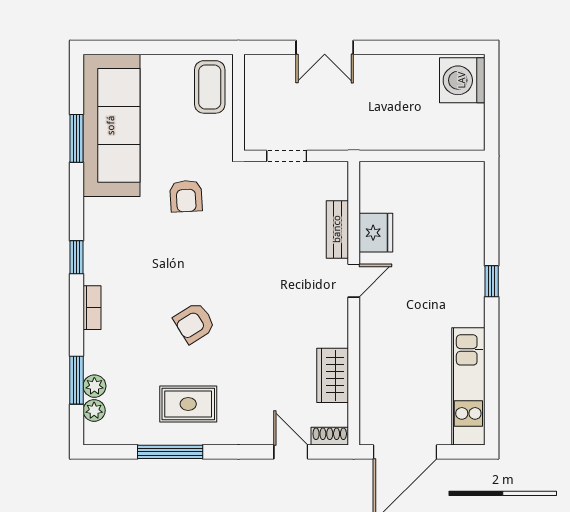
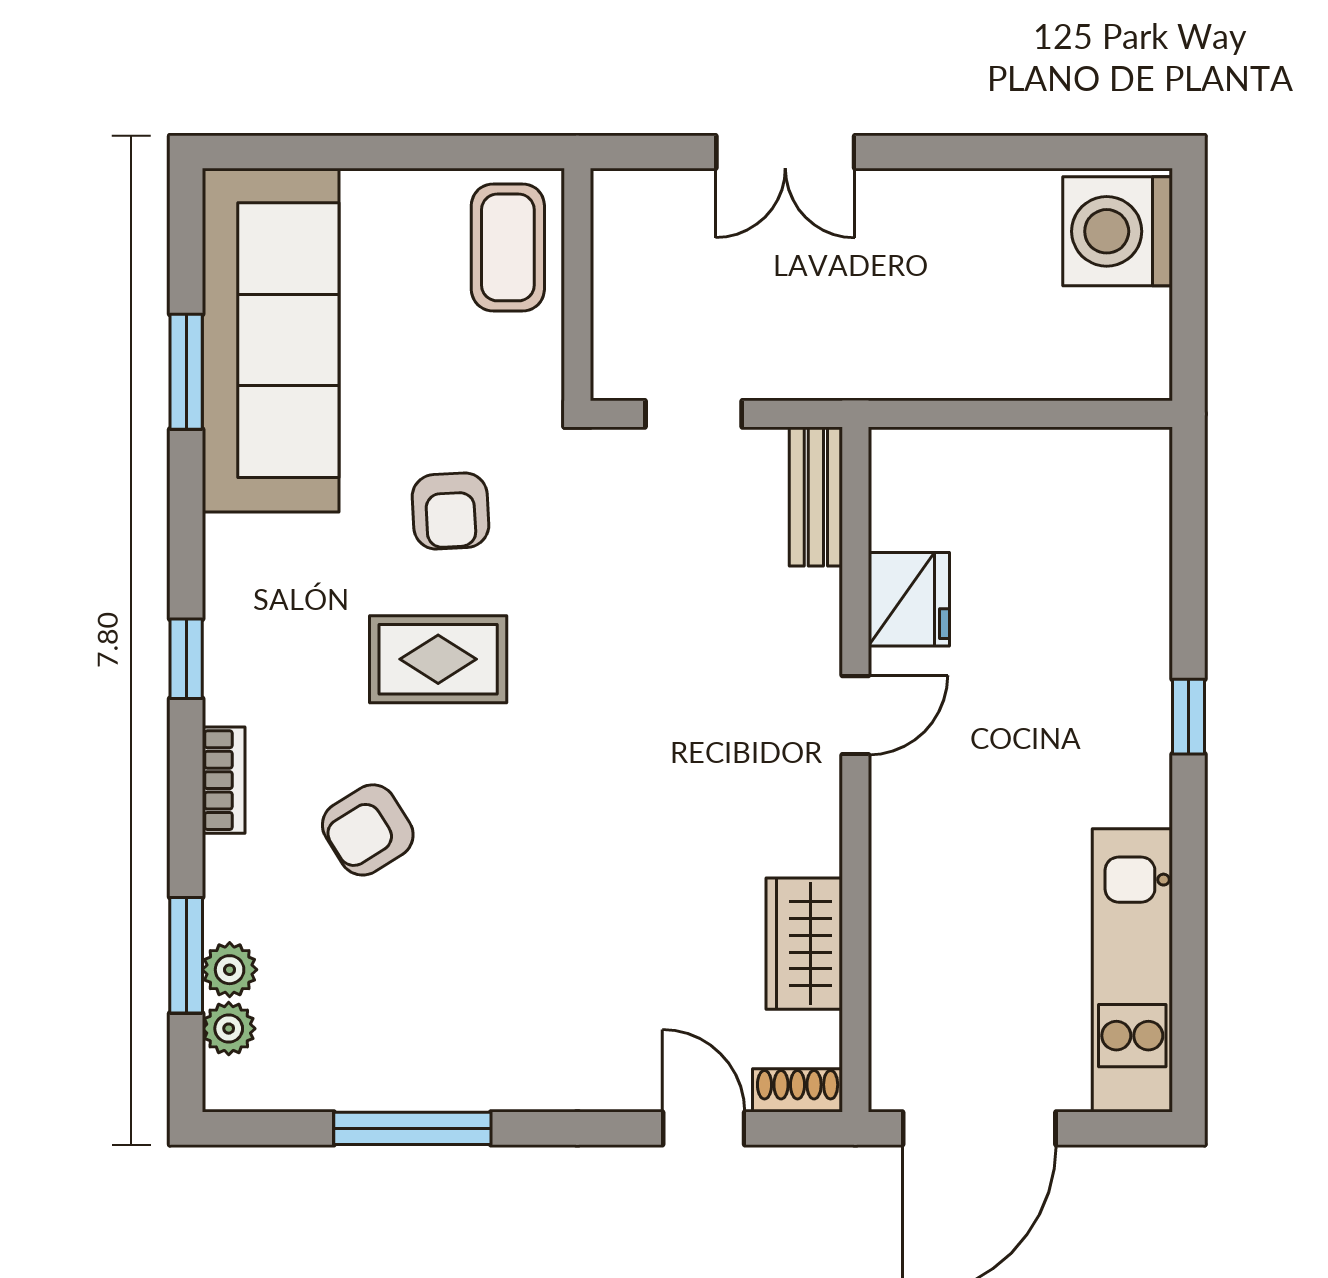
bench: (337, 229) -> (816, 496), moved
armchair: (194, 323) -> (368, 830), moved
rug: (188, 404) -> (438, 659), moved

